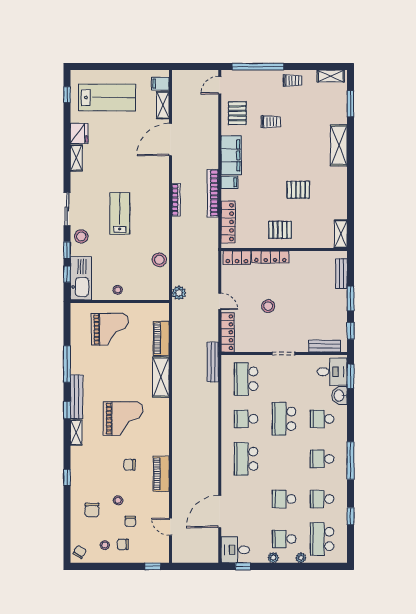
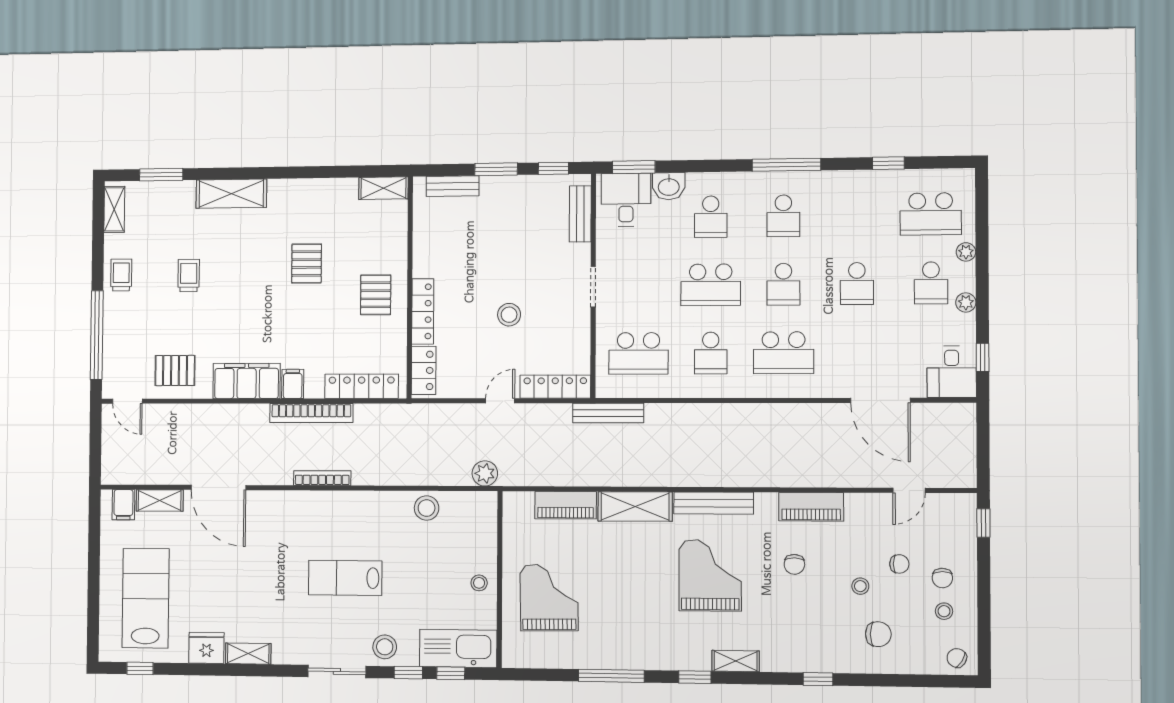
trolley: (271, 122) -> (189, 276), moved
bench: (77, 397) -> (714, 503), moved
school desk: (322, 499) -> (783, 284), moved

